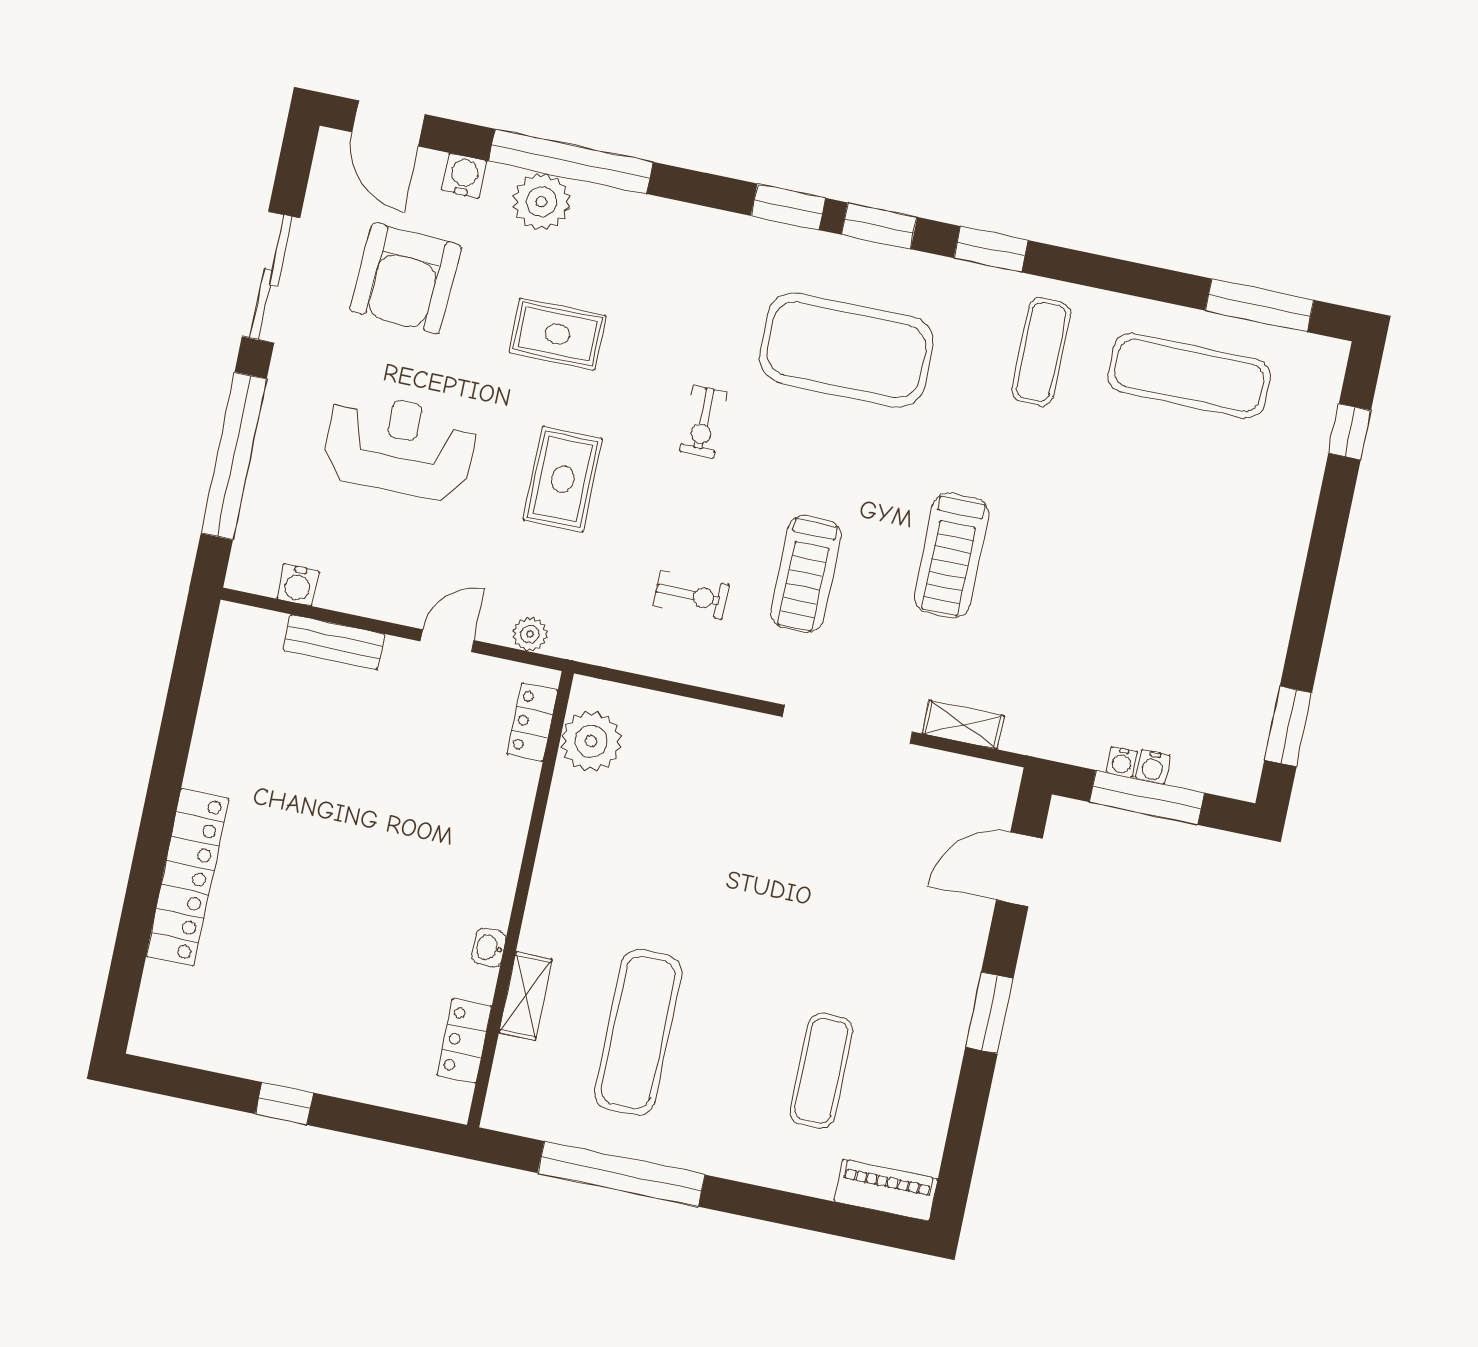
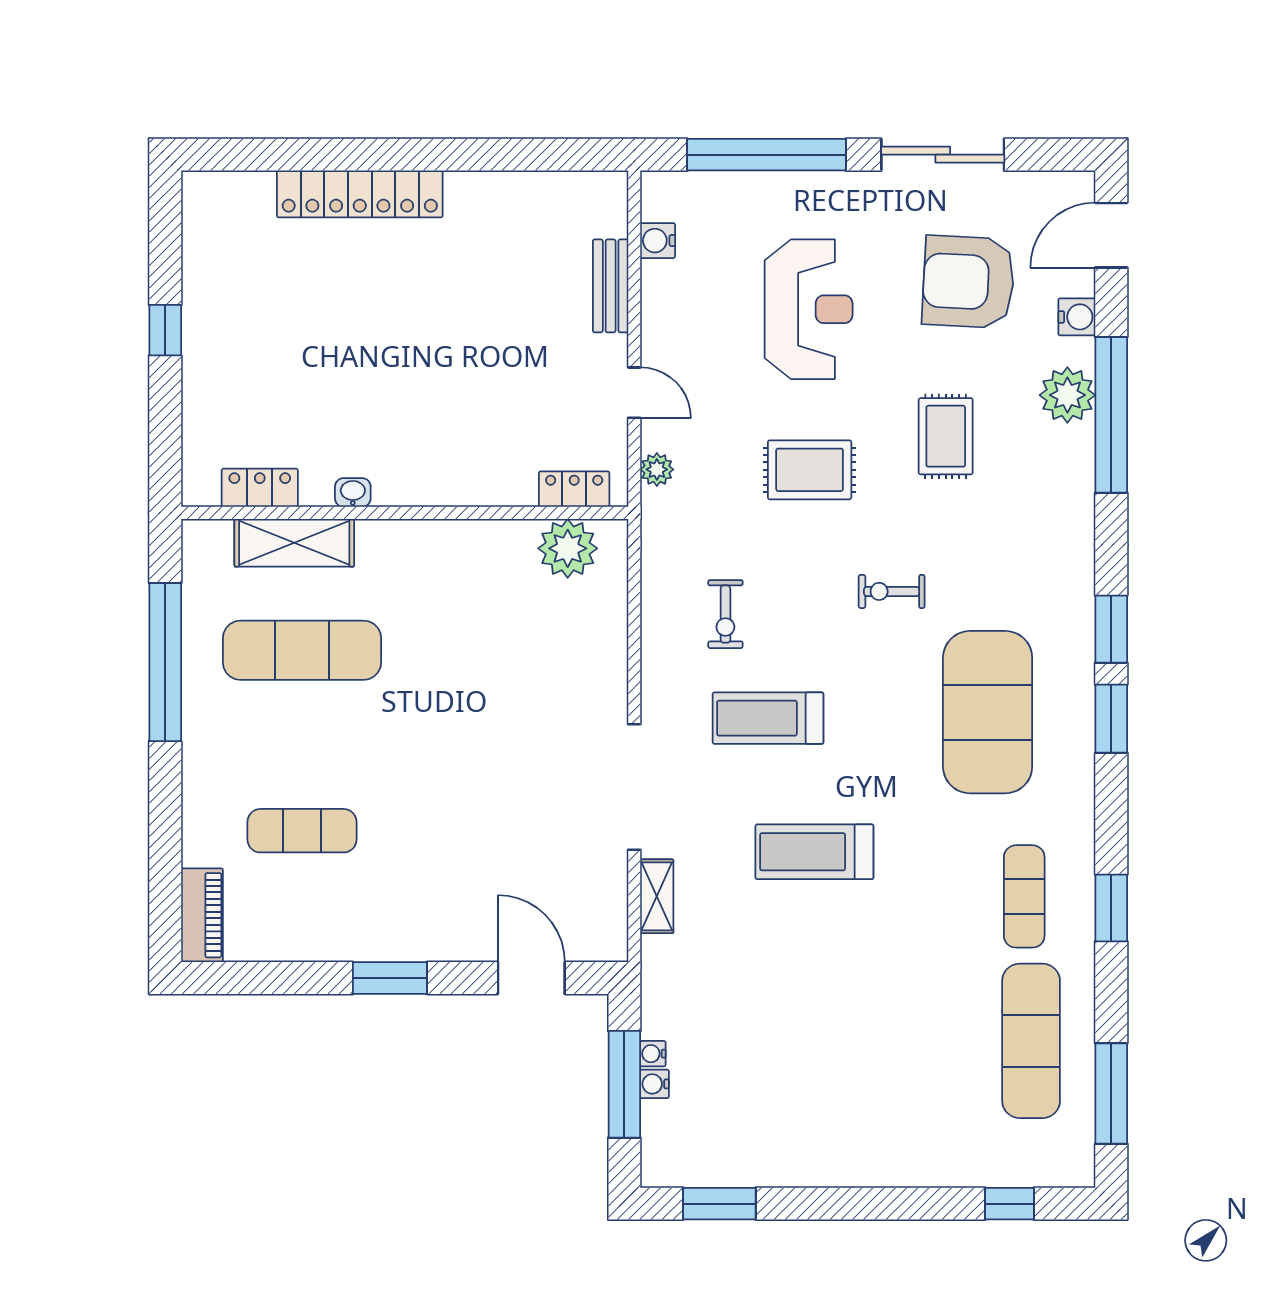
window: (991, 249) -> (1111, 908), moved
exercise mat: (1041, 352) -> (1024, 896), turned 90
shelving: (526, 996) -> (294, 543), width x1.50, depth x1.33

